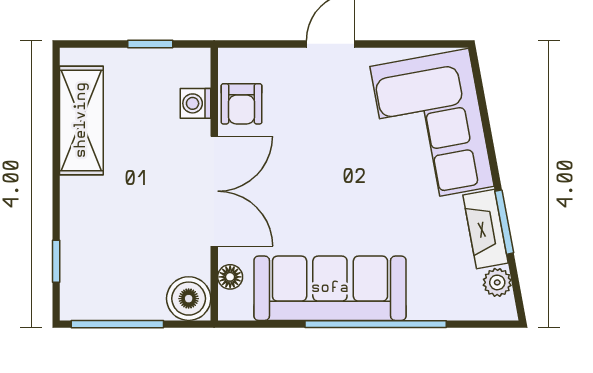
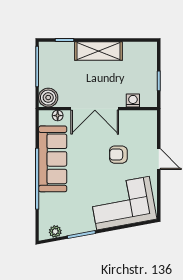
armchair: (242, 104) -> (118, 155), moved
shelving: (81, 120) -> (99, 51), moved
fireplace: (486, 229) -> (78, 226), removed

